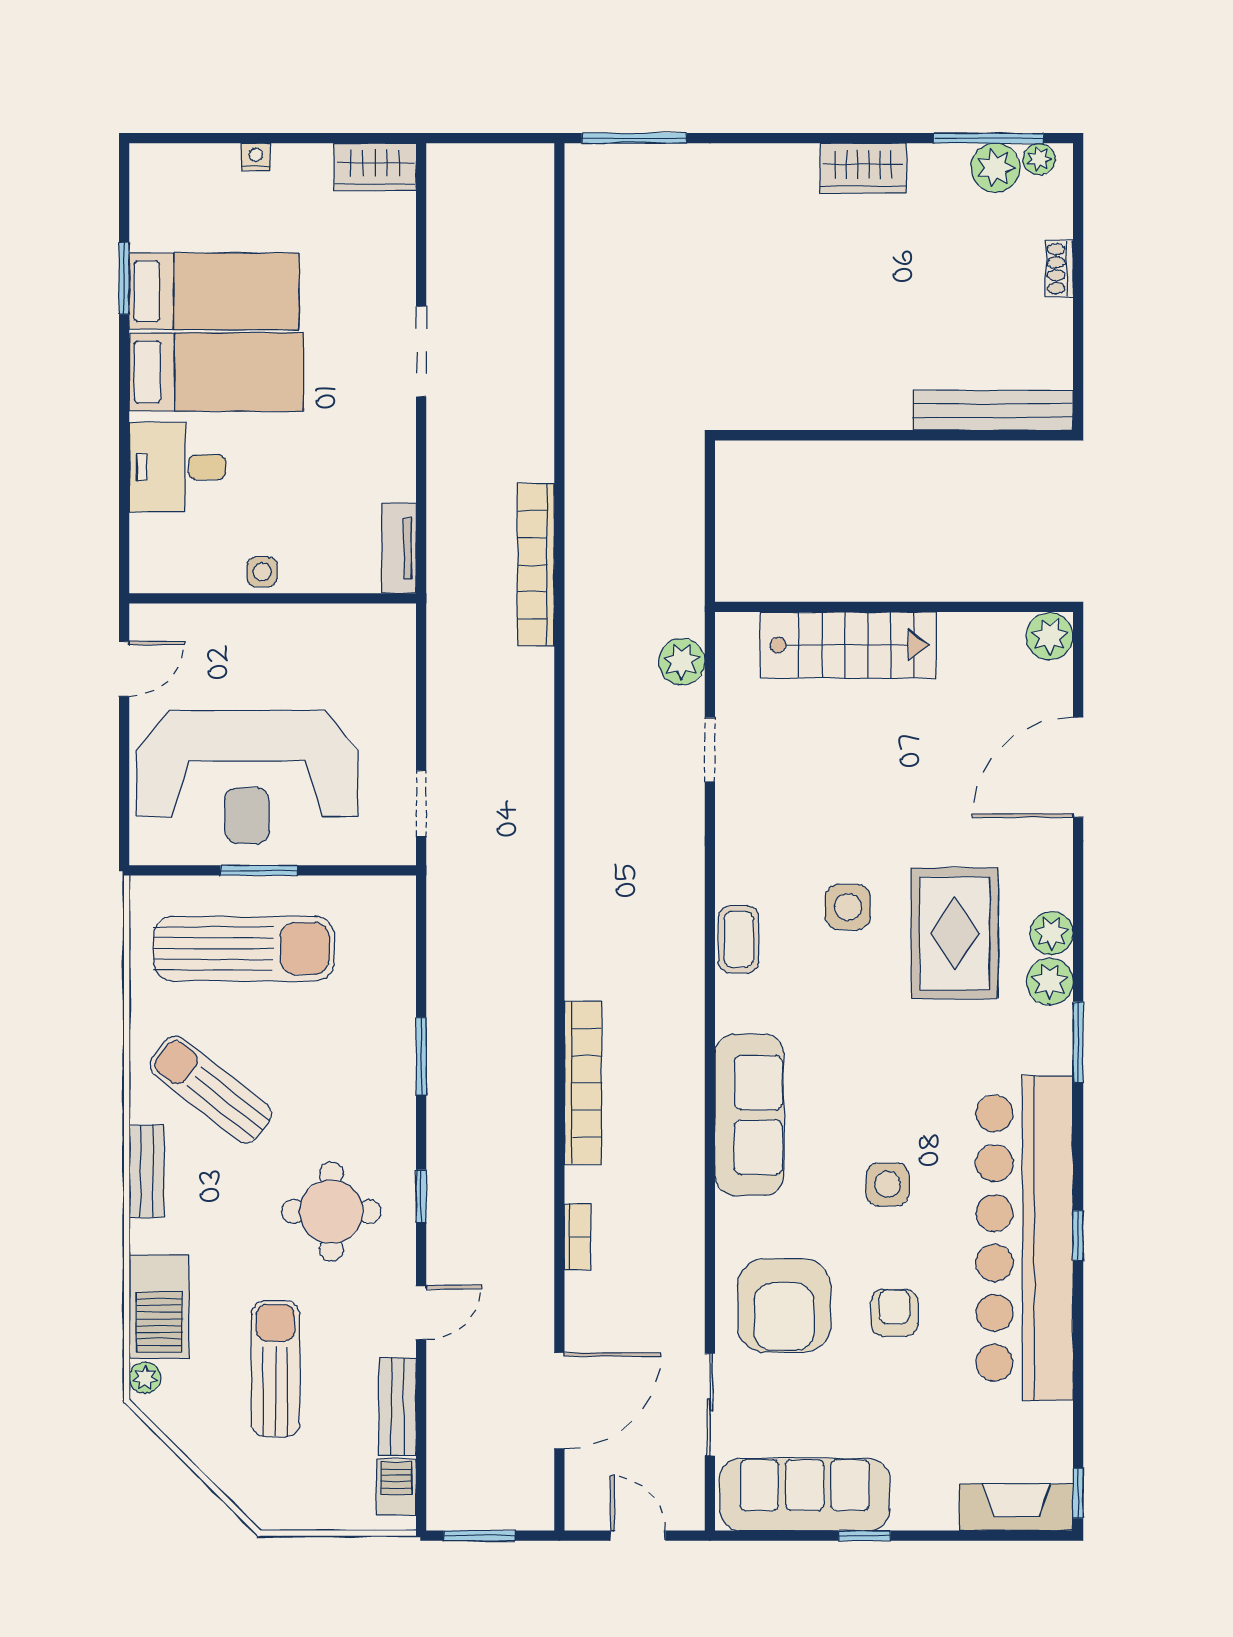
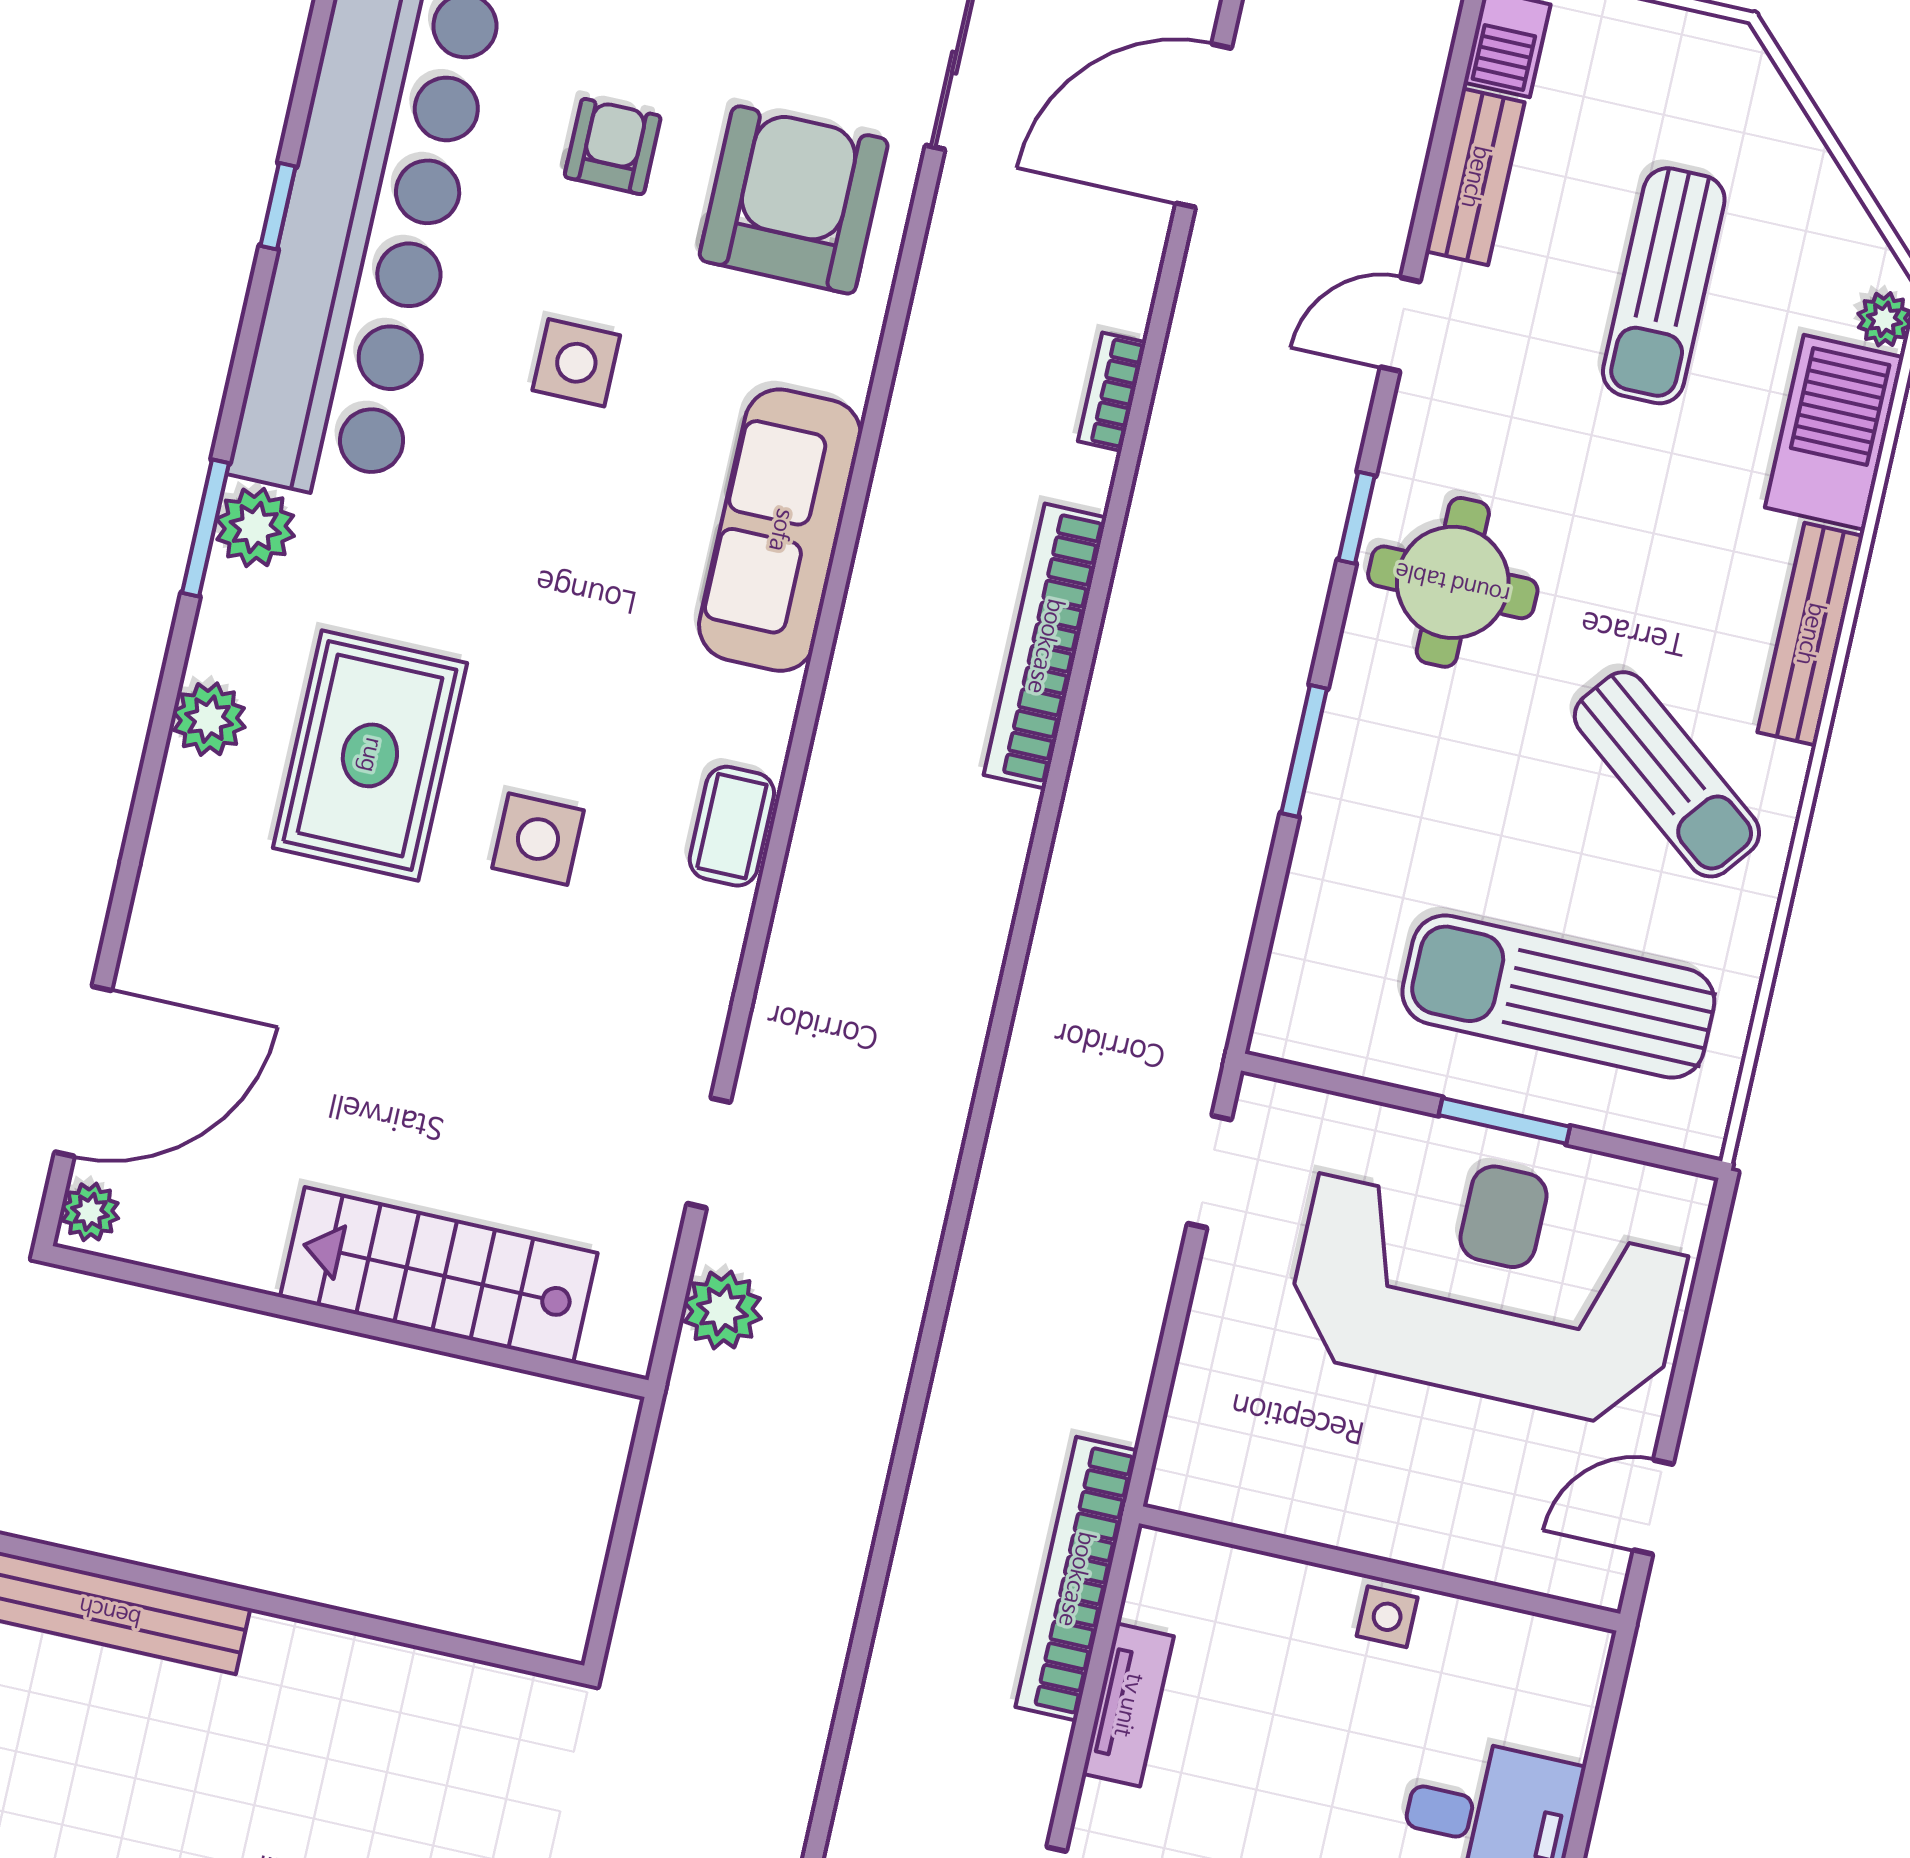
tv unit: (399, 548) -> (1128, 1705), moved
bookcase: (536, 565) -> (1076, 1579), moved, turned 180
plant: (1050, 636) -> (90, 1212), width x0.73, depth x0.73
door: (1078, 767) -> (83, 1071), moved
plant: (1050, 982) -> (255, 527), moved
bench: (147, 1171) -> (1810, 634), width x1.36
round table: (331, 1211) -> (1453, 582), moved
armchair: (894, 1313) -> (613, 147), turned 180

